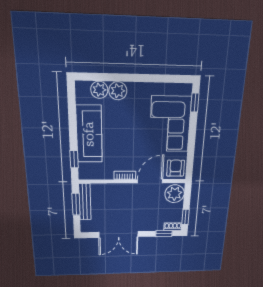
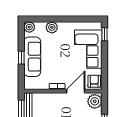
plant: (99, 90) -> (29, 27), moved
window: (74, 159) -> (21, 58), moved

